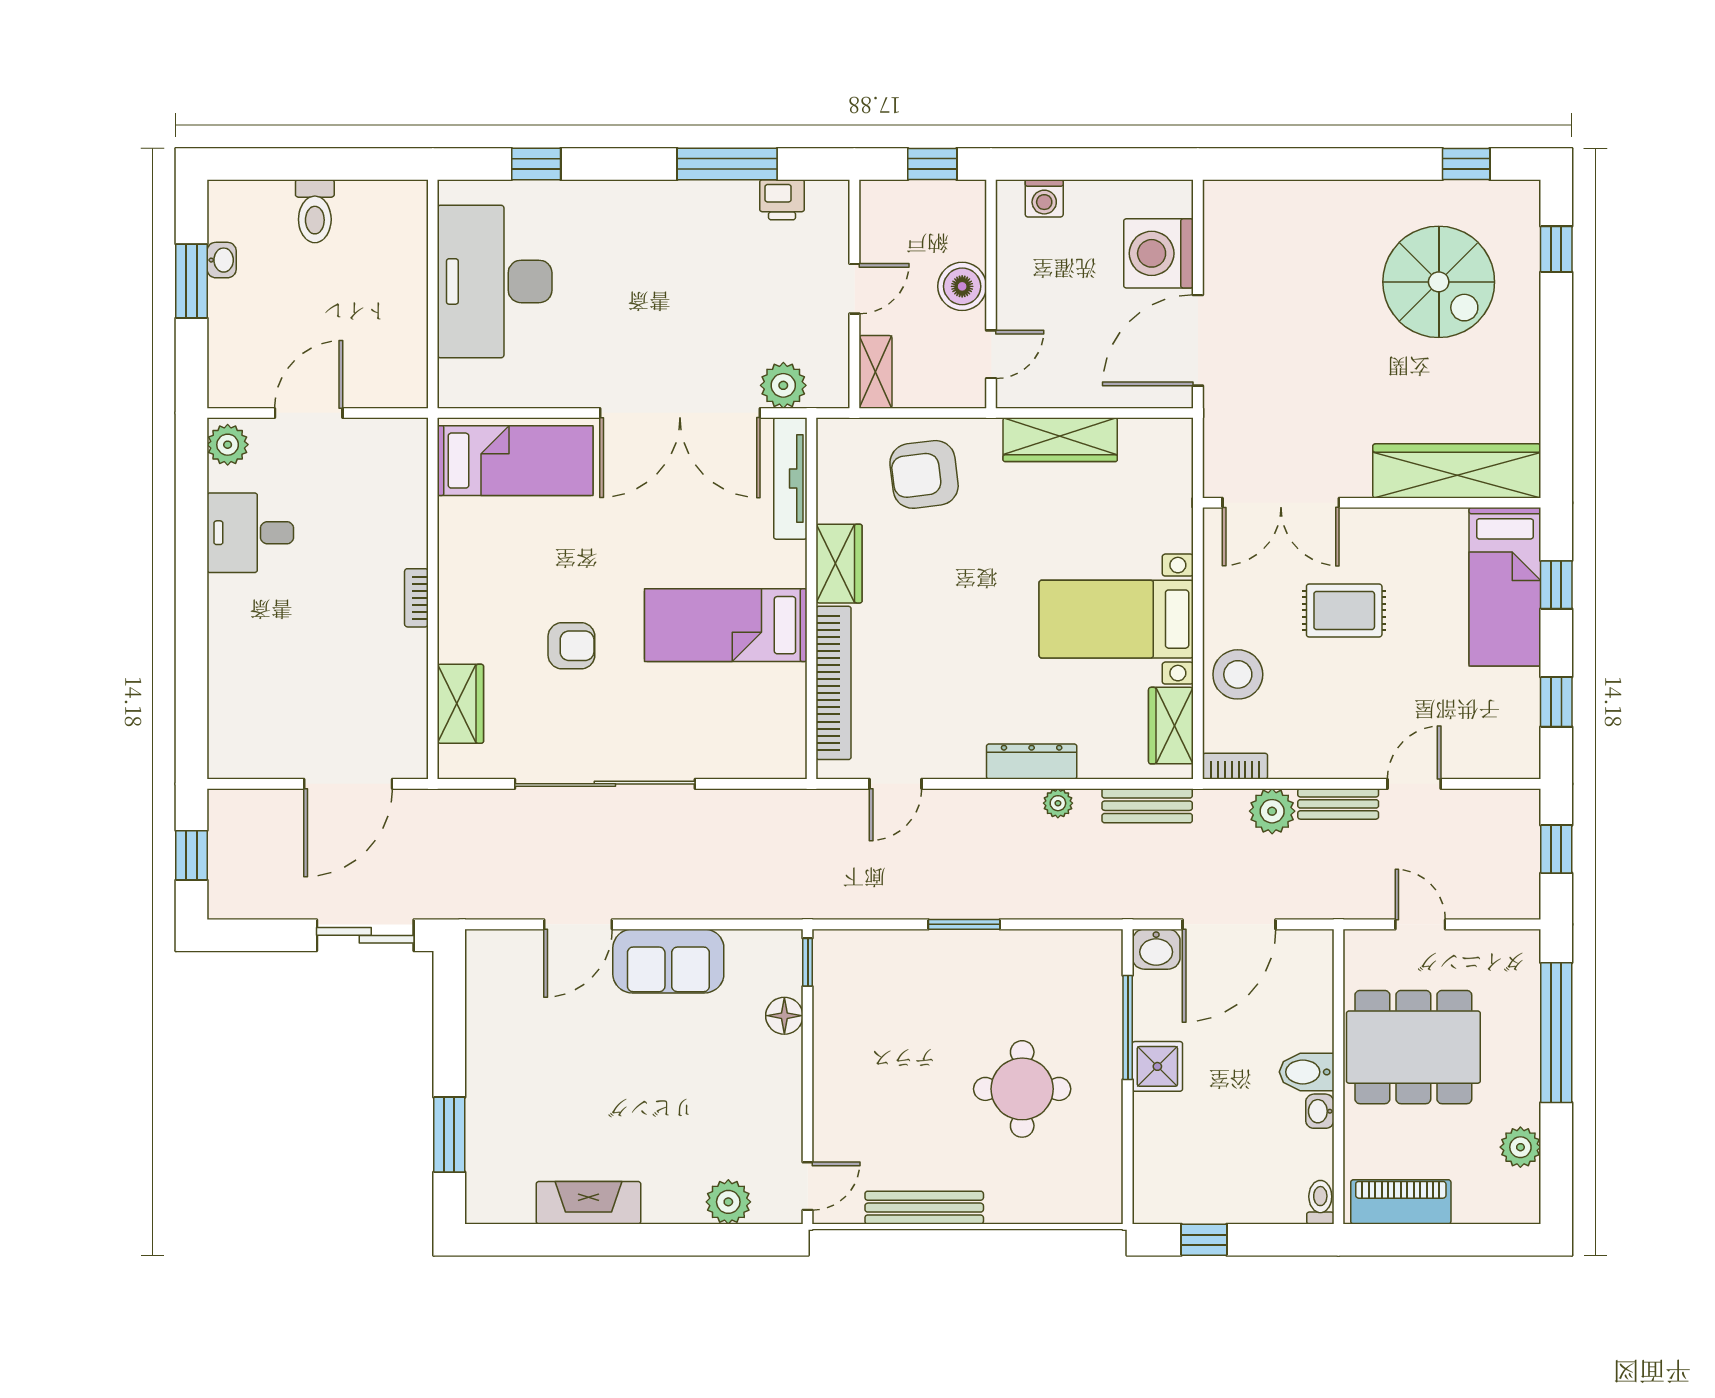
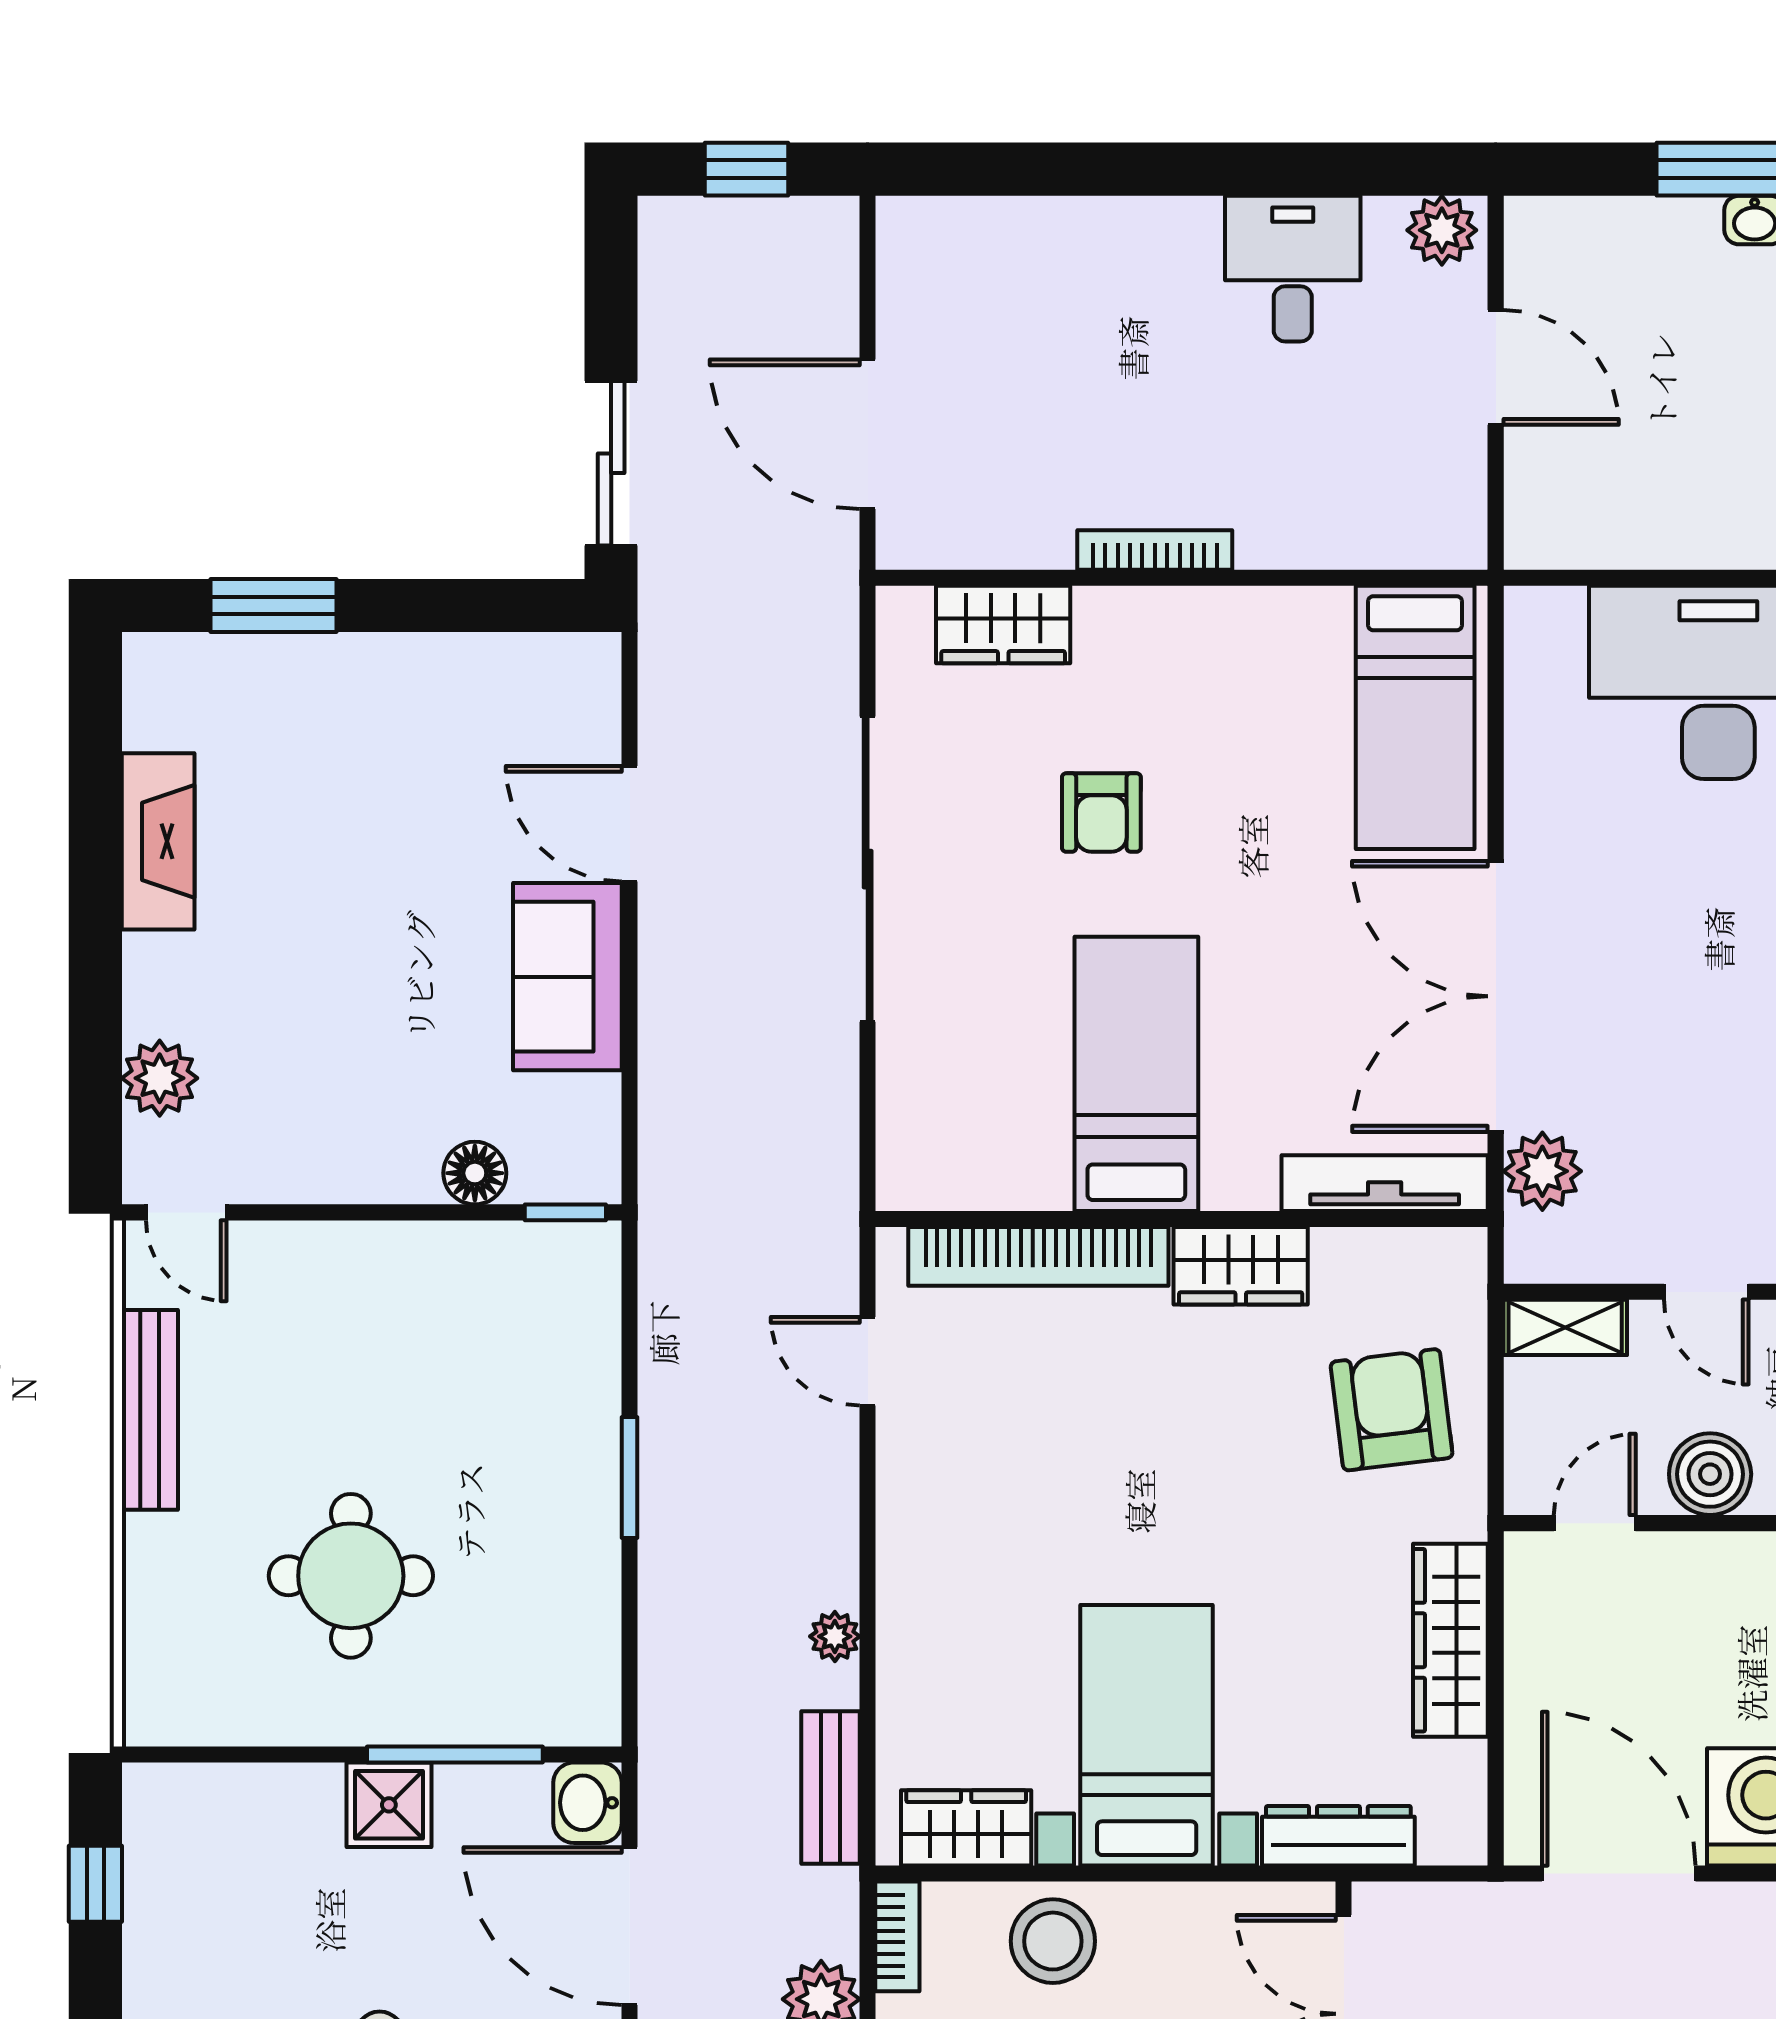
door: (991, 354) -> (1595, 1523), swing flipped
bookcase: (416, 598) -> (1155, 550), width x1.56
dresser: (1032, 761) -> (1338, 1836), moved, turned -90

